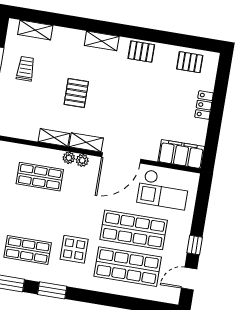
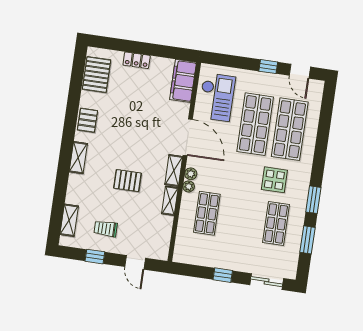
pallet: (190, 62) -> (97, 75), width x1.50, depth x1.42

